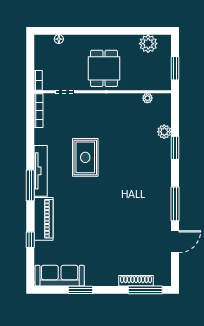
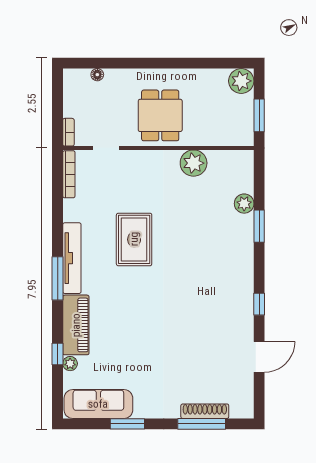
plant: (148, 44) -> (241, 81), moved
plant: (147, 98) -> (194, 163), moved, width x1.88, depth x1.88
window: (175, 204) -> (259, 304), width x0.46
plant: (39, 247) -> (70, 364), added
window: (145, 290) -> (202, 424), moved

